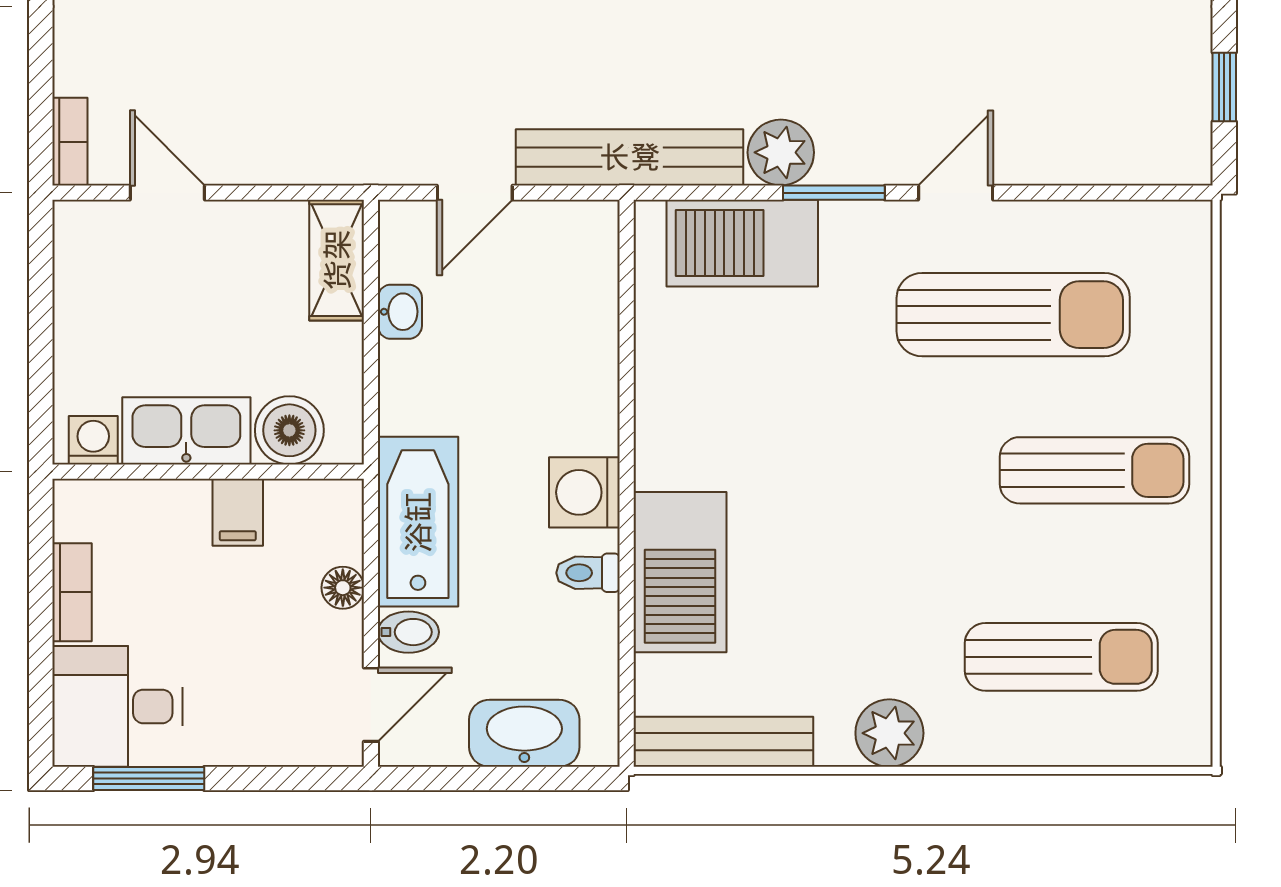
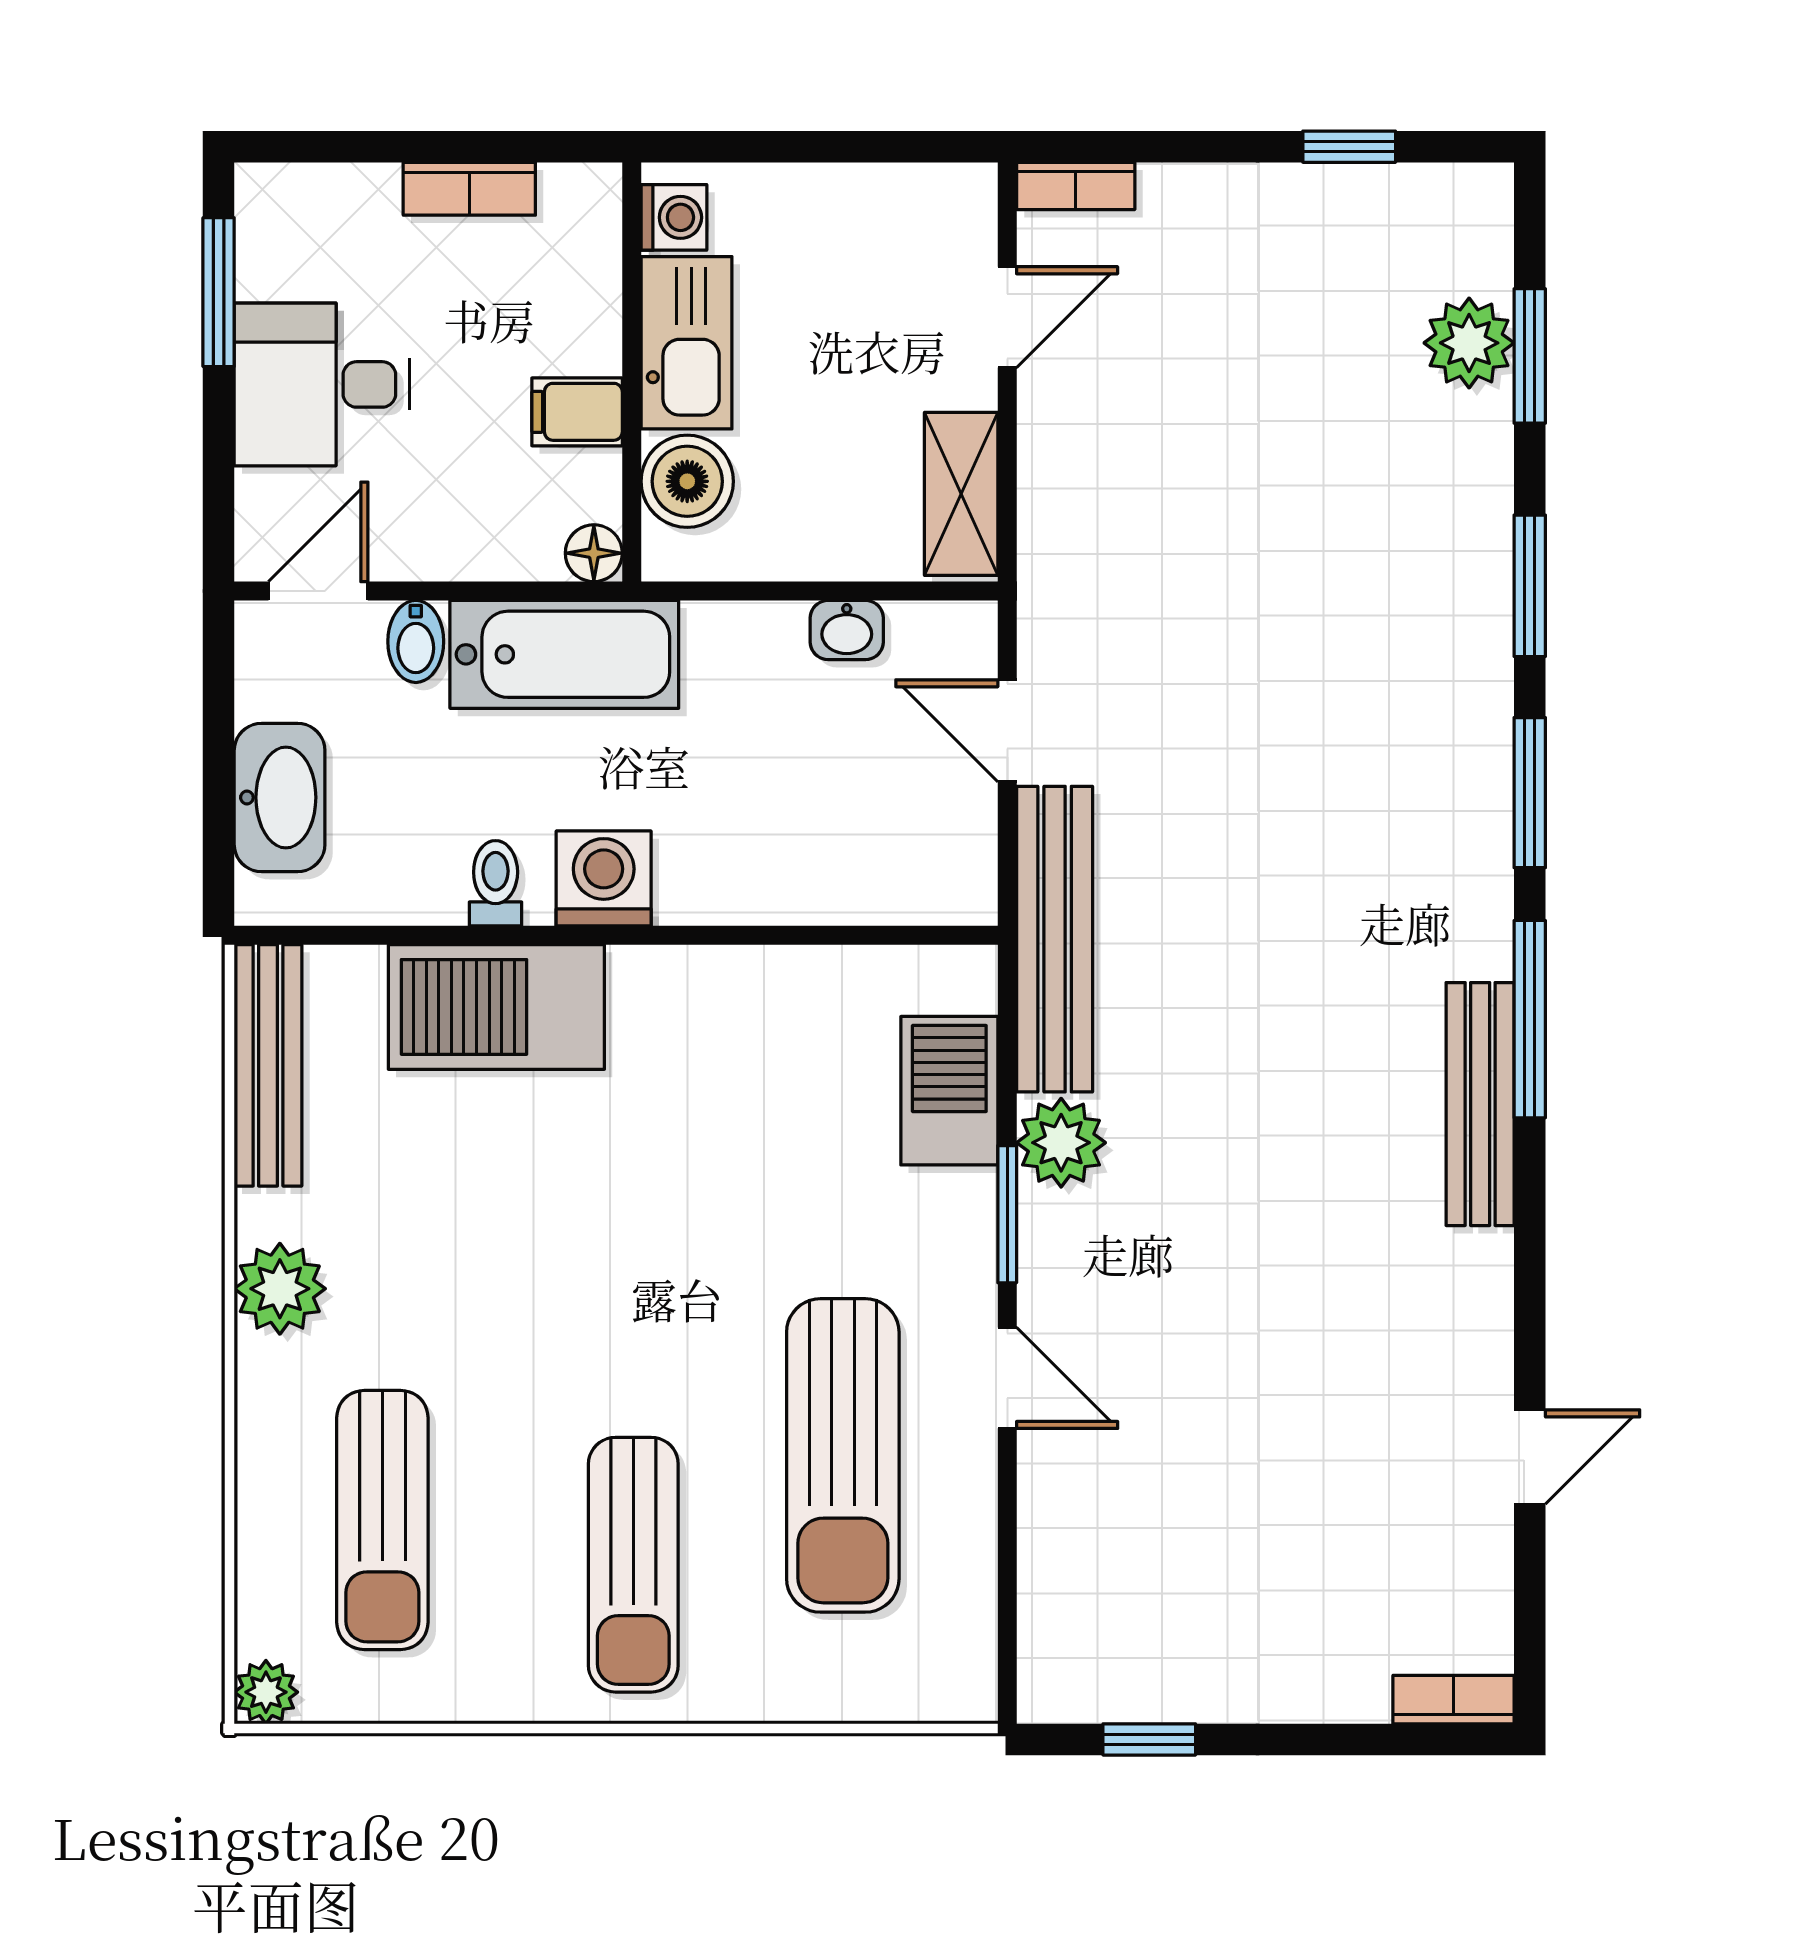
barbecue: (742, 243) -> (949, 1091), width x0.73, depth x0.83
shelving: (337, 260) -> (961, 494), moved, turned 90
floor lamp: (343, 588) -> (594, 553), moved
door: (371, 705) -> (318, 591), swing flipped
desk: (118, 706) -> (322, 384), moved, turned -90
plant: (1189, 743) -> (266, 1692), added

